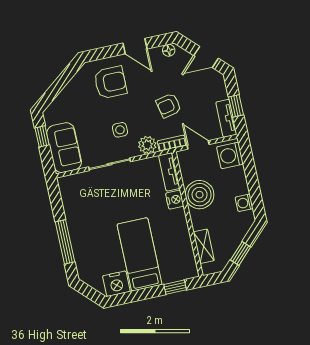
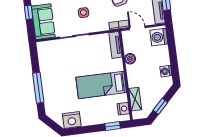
plant: (147, 145) -> (102, 25), removed
boiler: (200, 195) -> (130, 59), width x0.54, depth x0.54
nightstand: (175, 200) -> (123, 109), moved
bed: (140, 254) -> (101, 85), moved, turned -90

